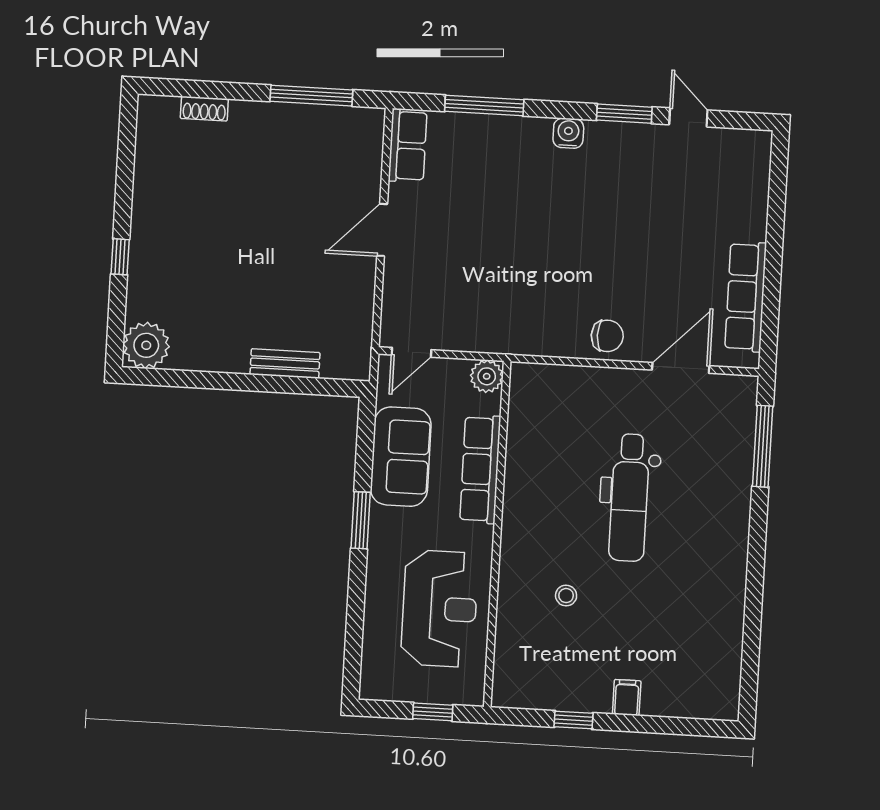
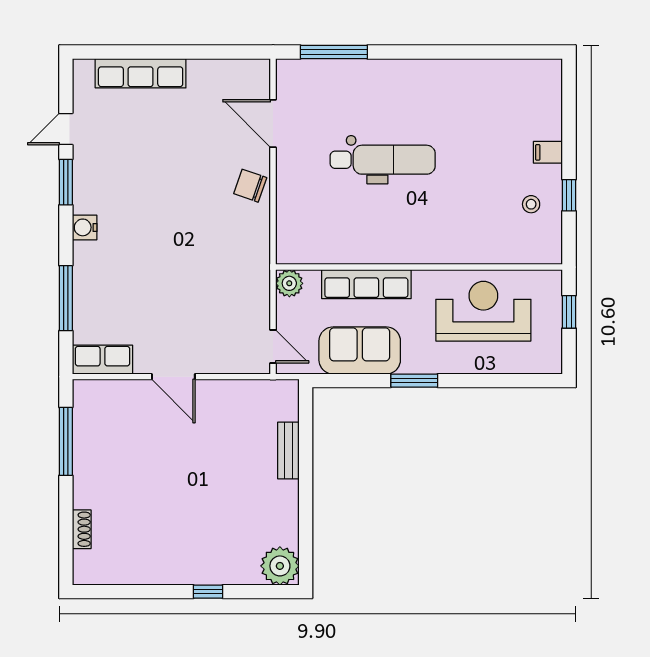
row of seats: (746, 297) -> (141, 73), moved
chair: (607, 336) -> (250, 186), turned -71
stool: (566, 596) -> (531, 204), moved

